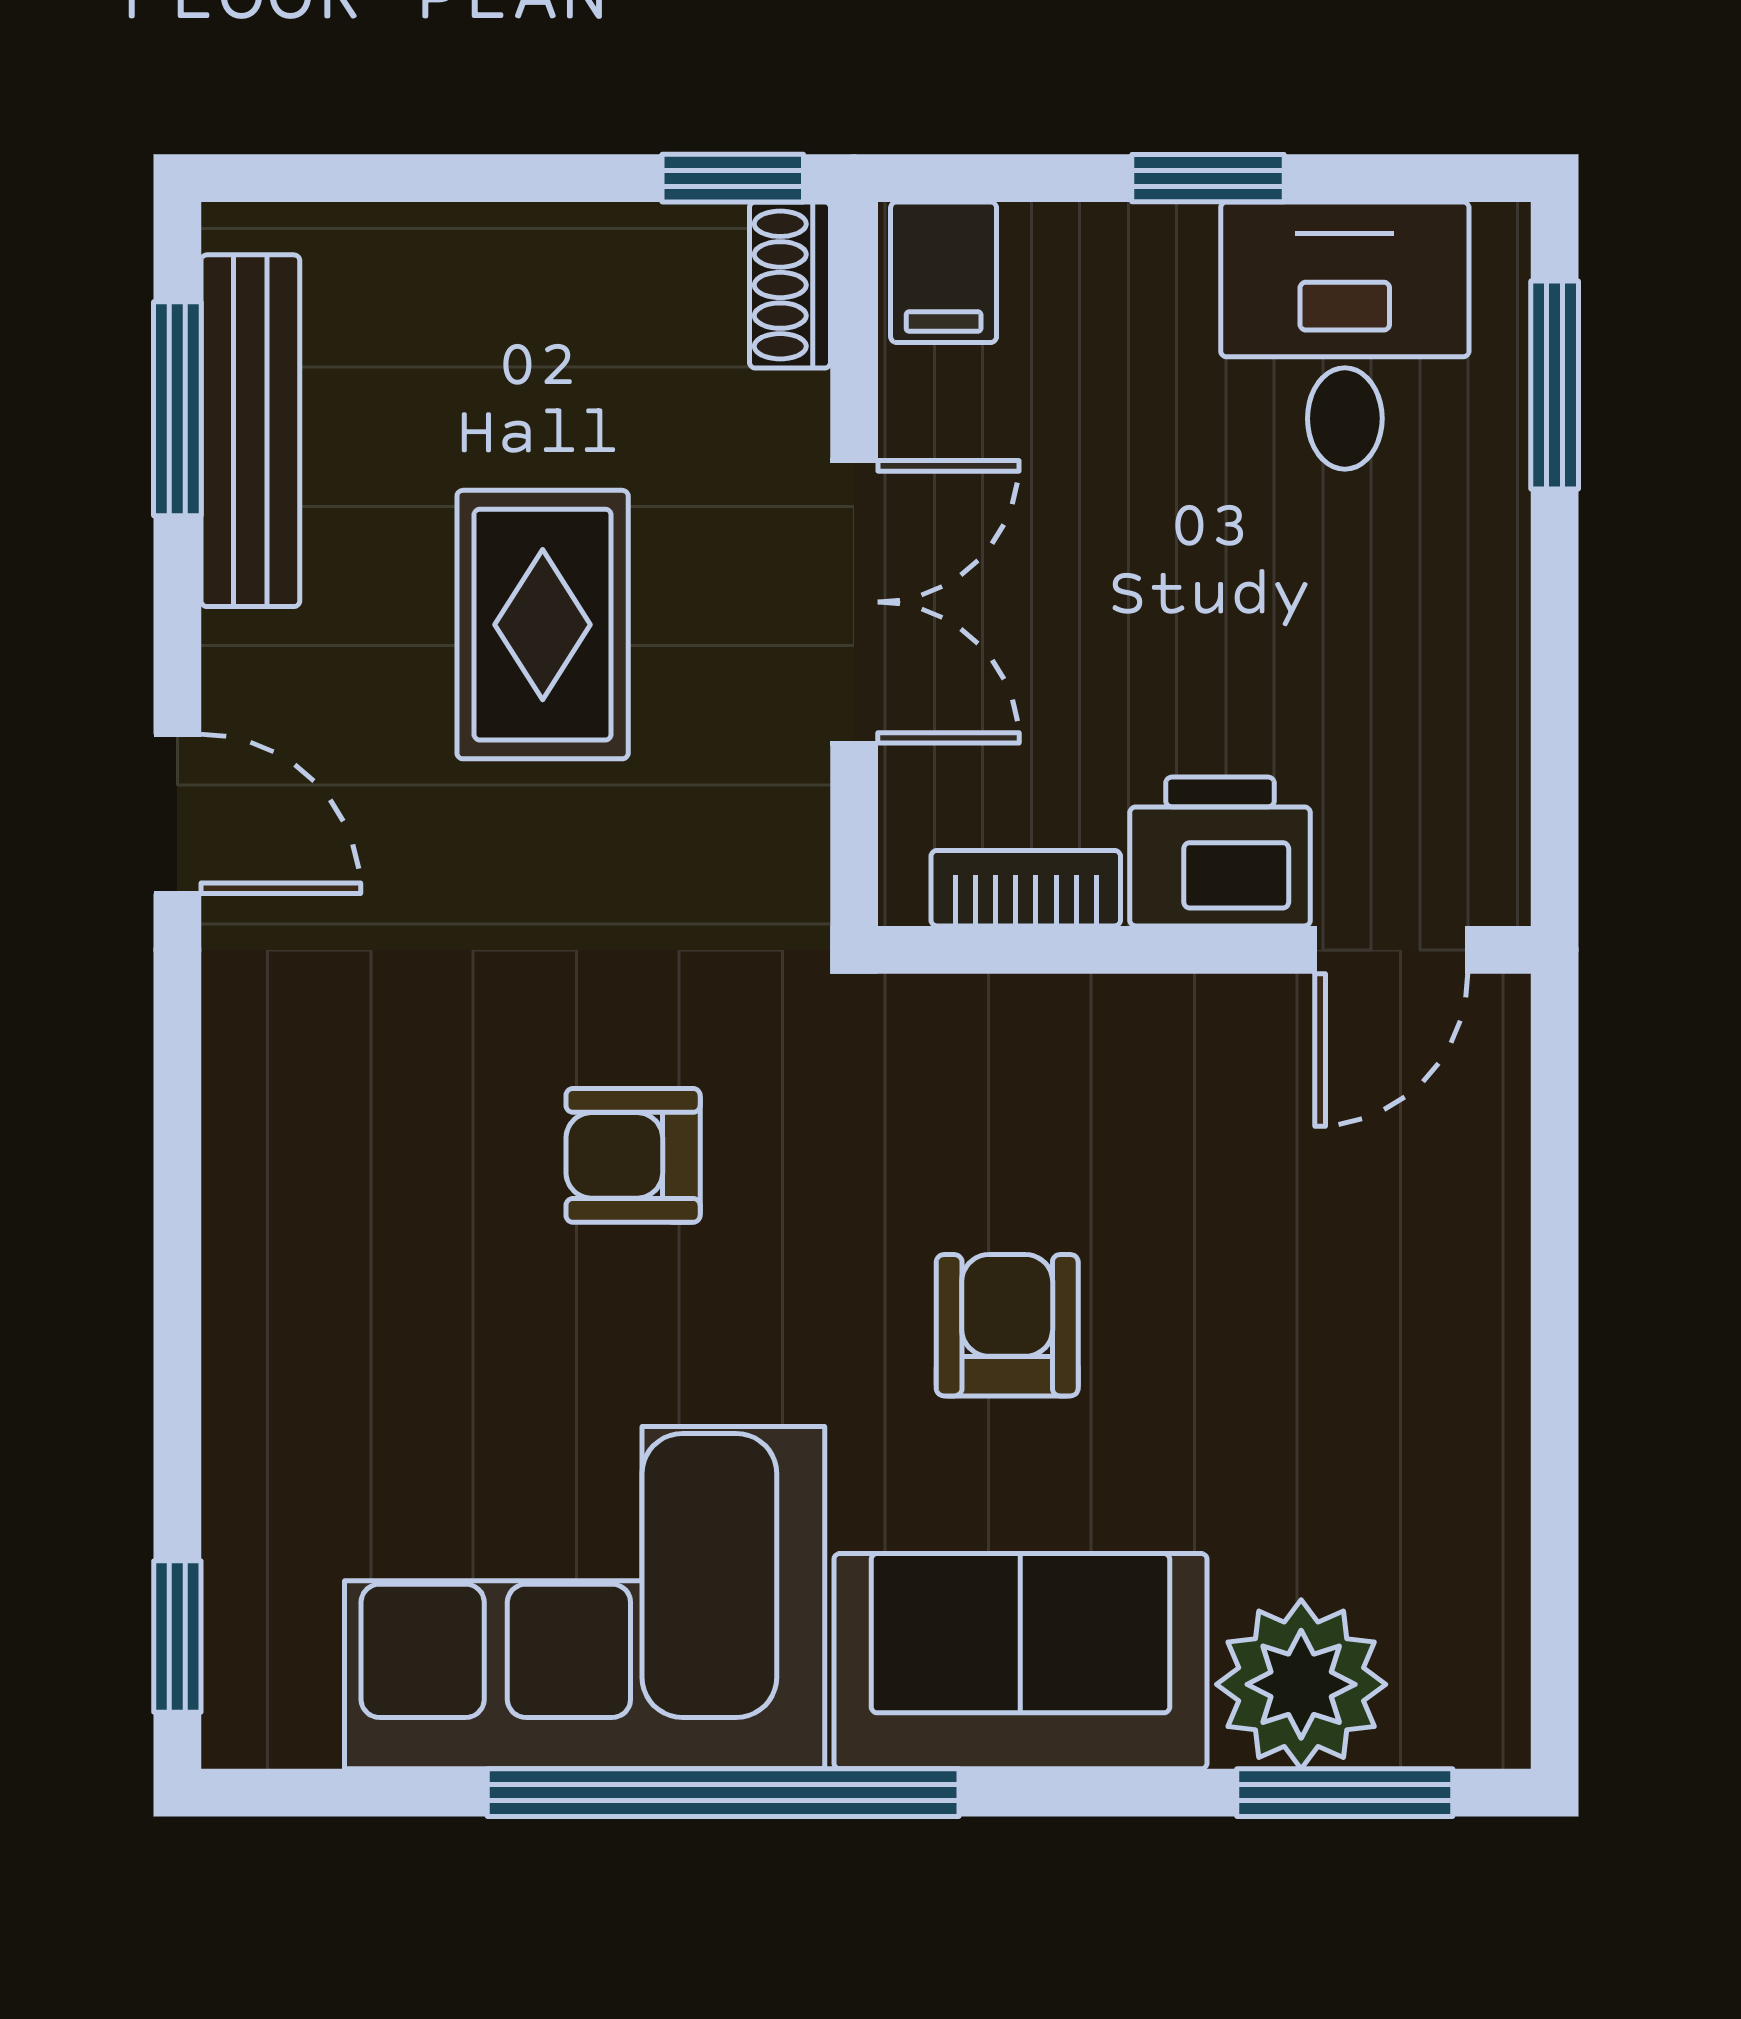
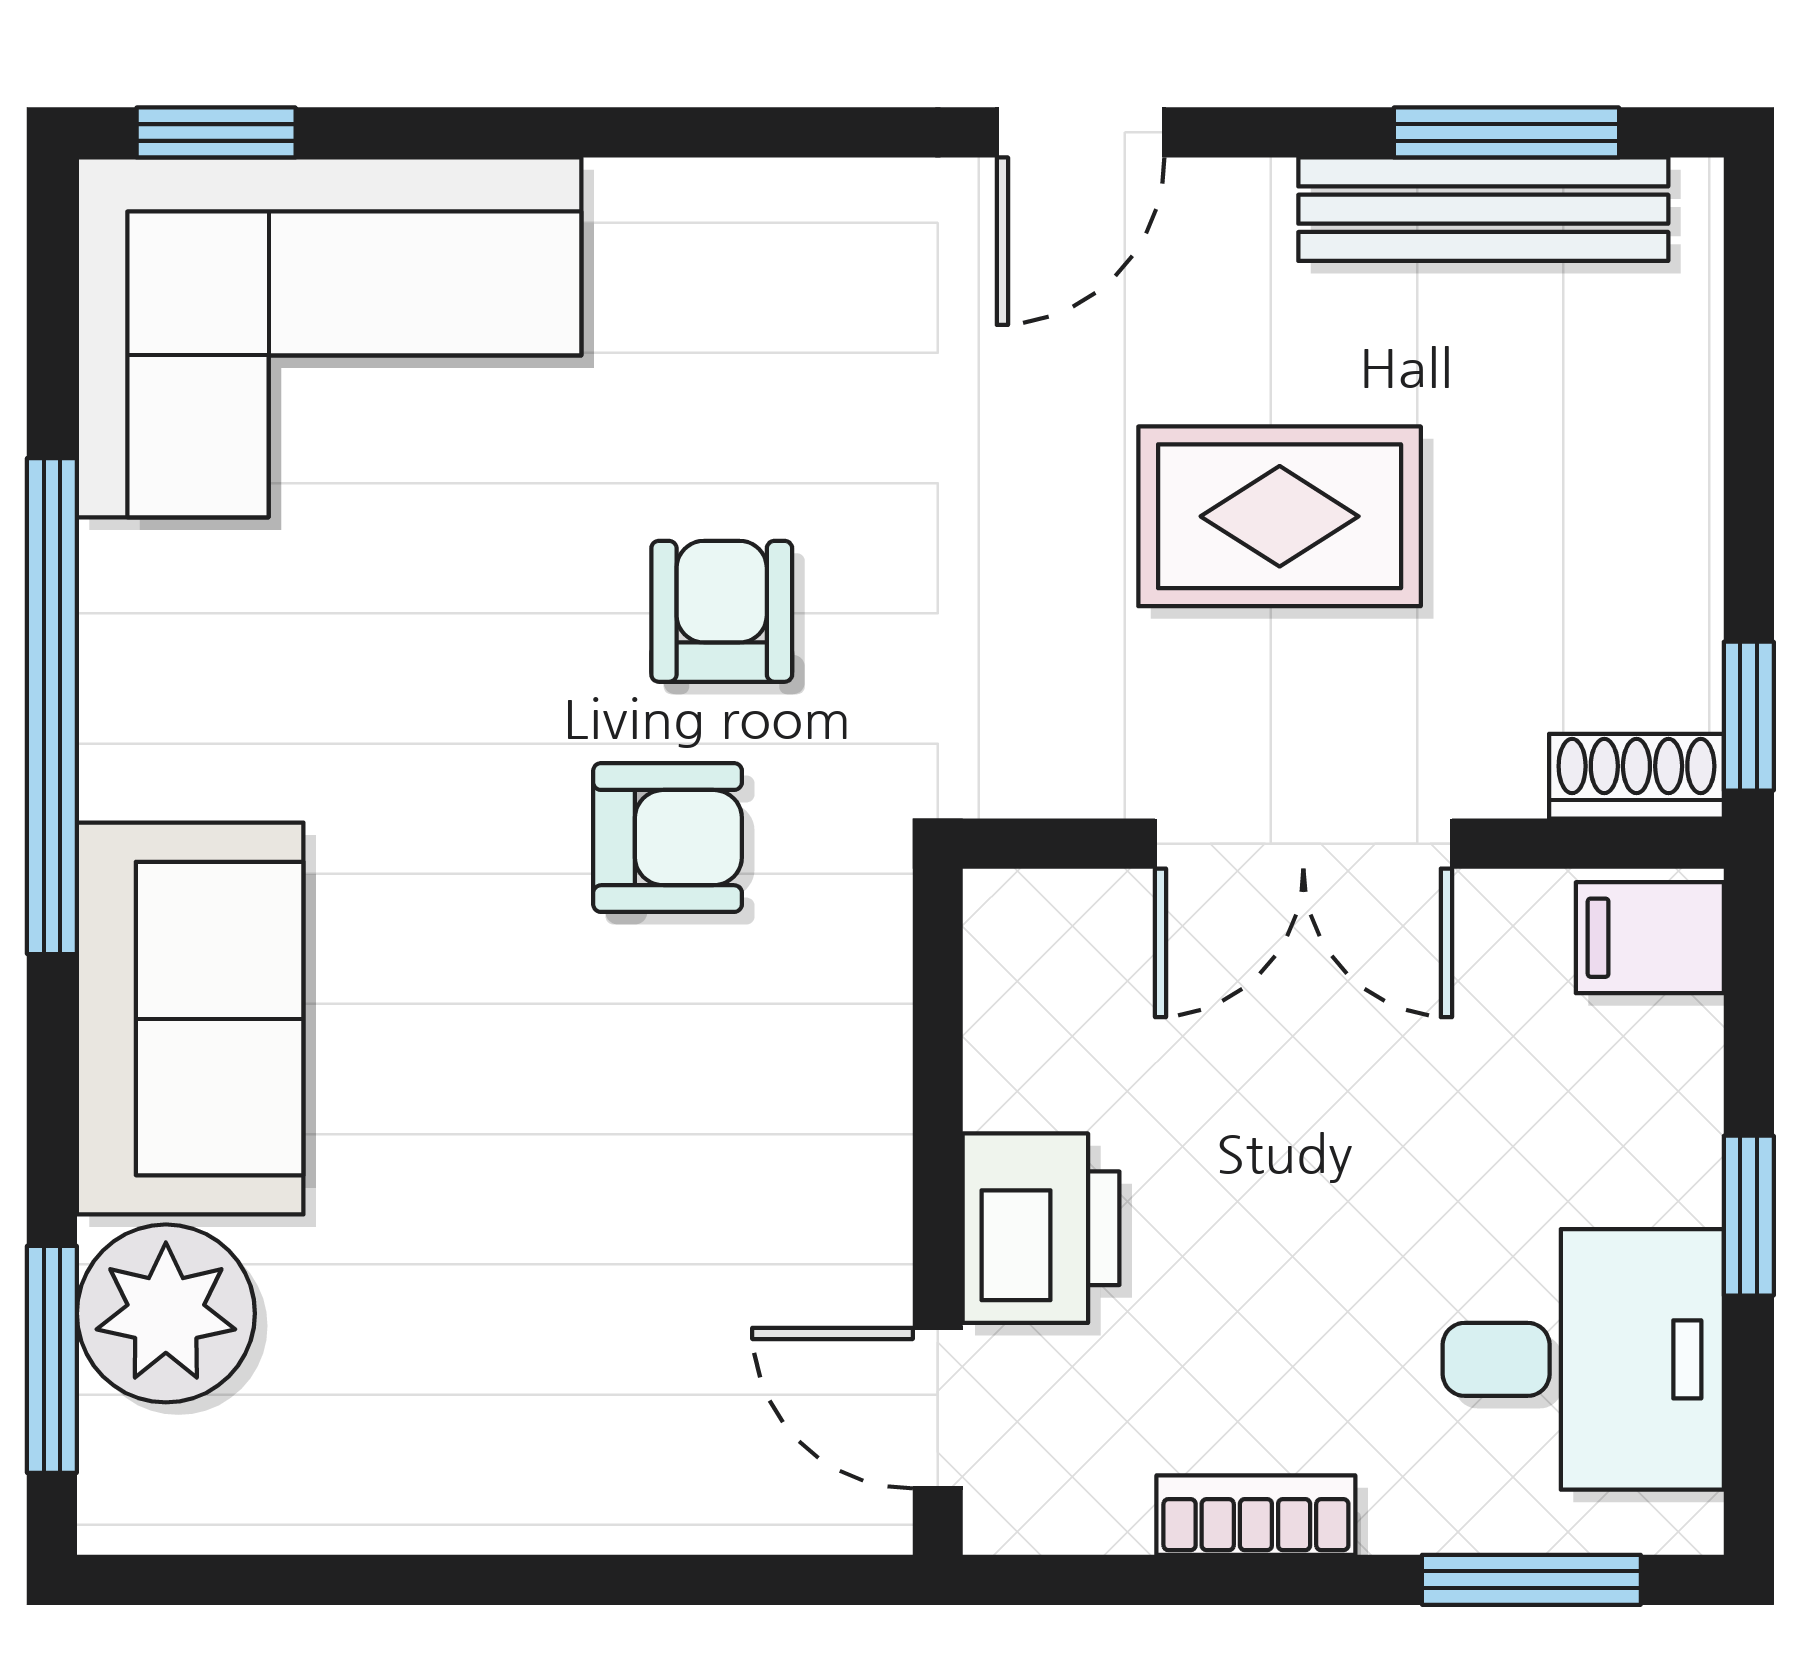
bookcase: (1026, 888) -> (1256, 1515), moved, turned -90
armchair: (1007, 1325) -> (668, 838), moved
corner sofa: (585, 1598) -> (329, 337), moved, turned 90

